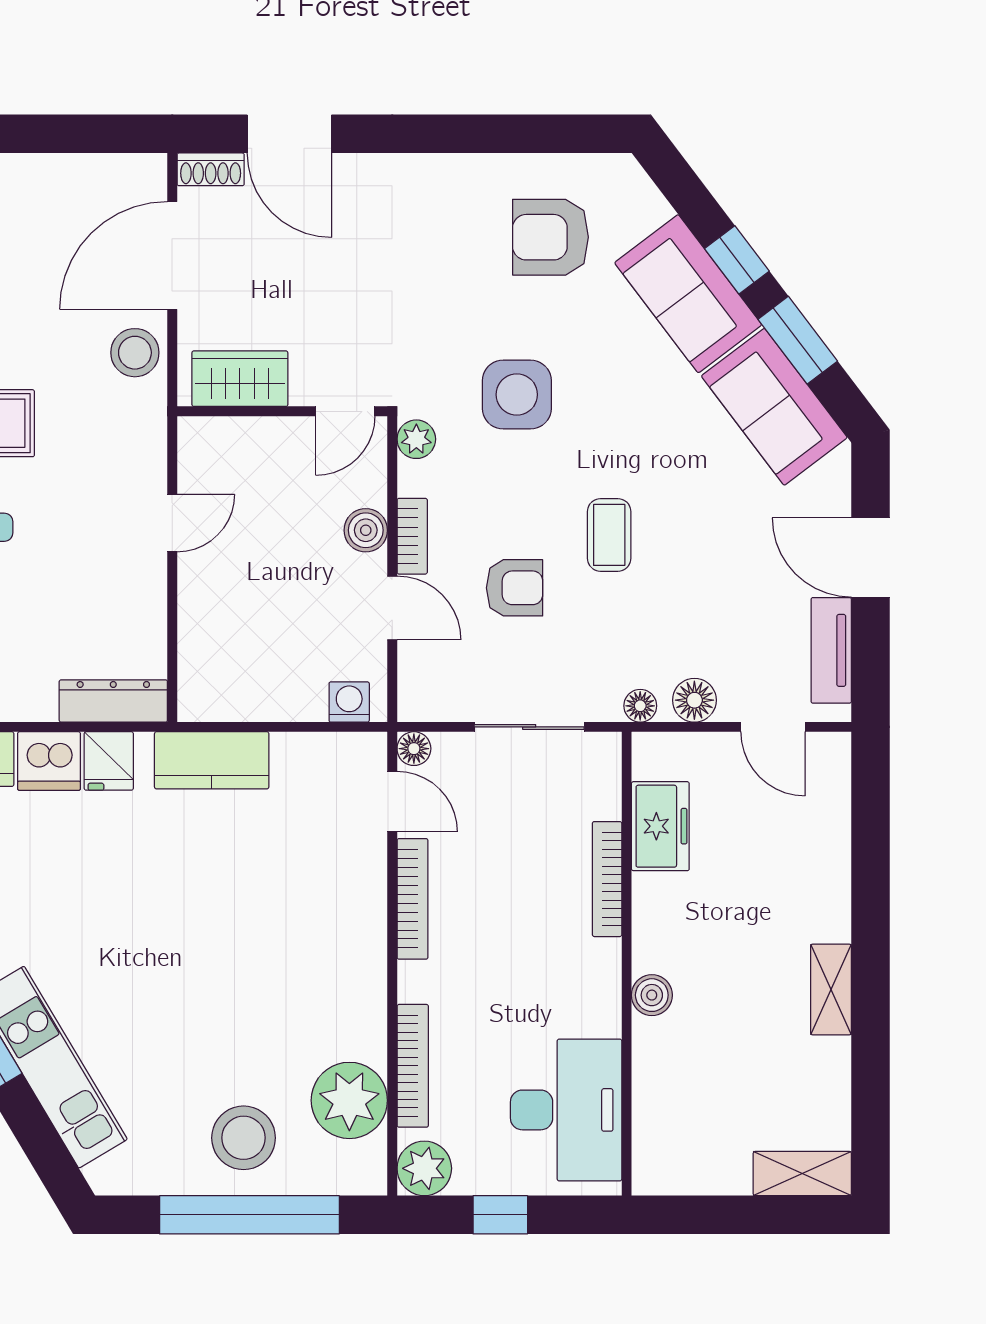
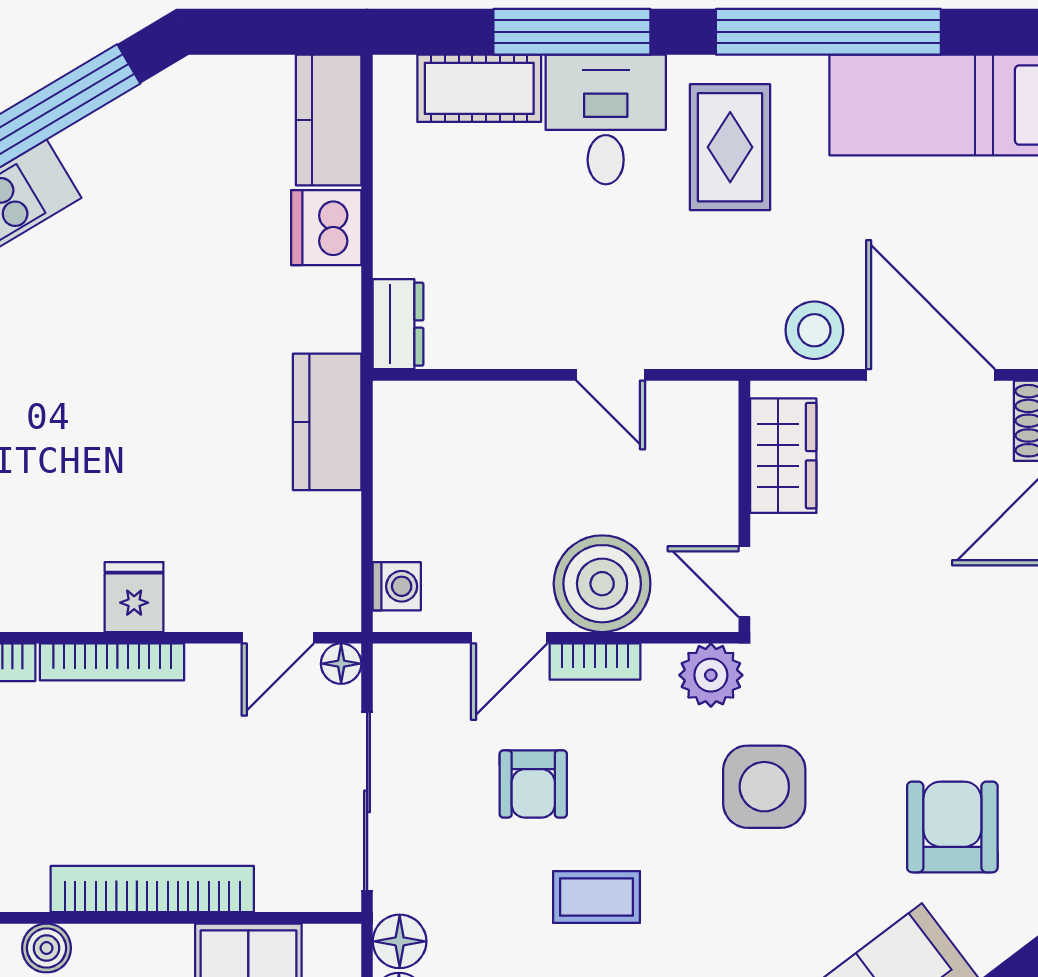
plant: (416, 439) -> (711, 675), width x1.38, depth x1.38
boiler: (366, 530) -> (602, 584), width x1.86, depth x1.86
dresser: (113, 701) -> (398, 324), width x0.70
floor lamp: (640, 706) -> (400, 941), width x1.37, depth x1.37
sliding door: (529, 727) -> (367, 801), width x1.37
fridge: (109, 761) -> (134, 597), moved, turned 90
bookcase: (607, 879) -> (152, 889), width x1.48, depth x1.31
bookcase: (412, 899) -> (112, 662), moved

